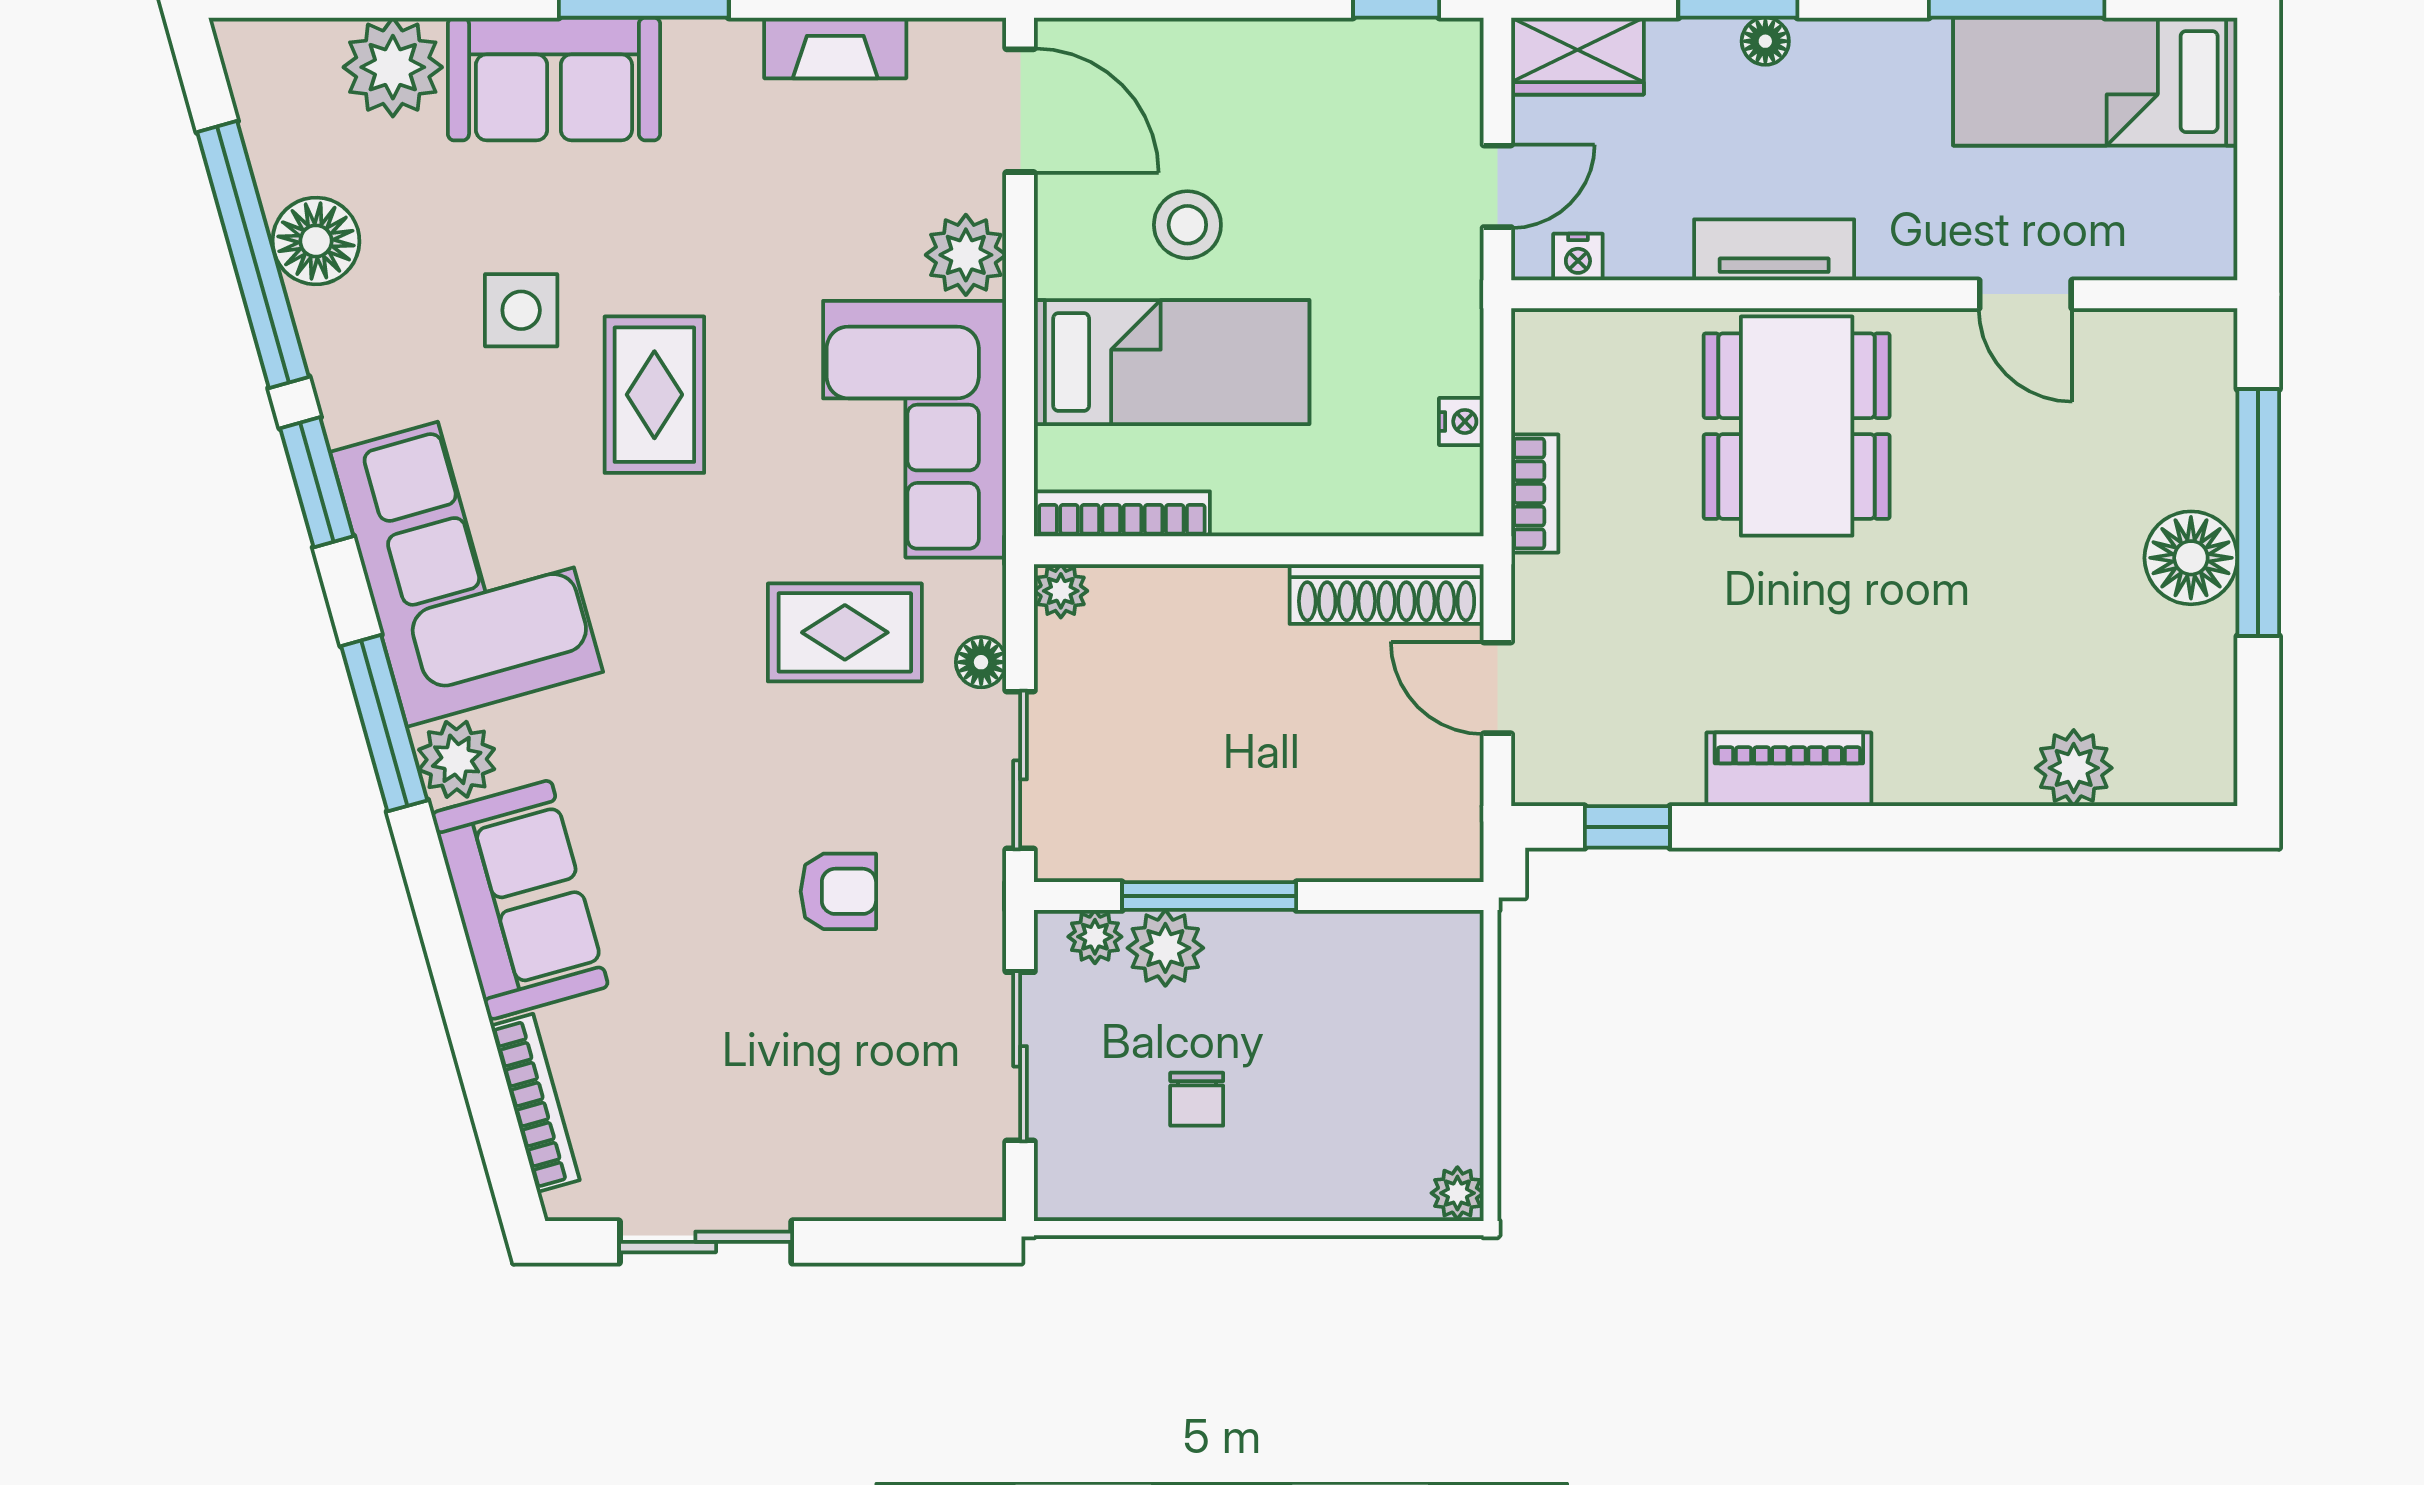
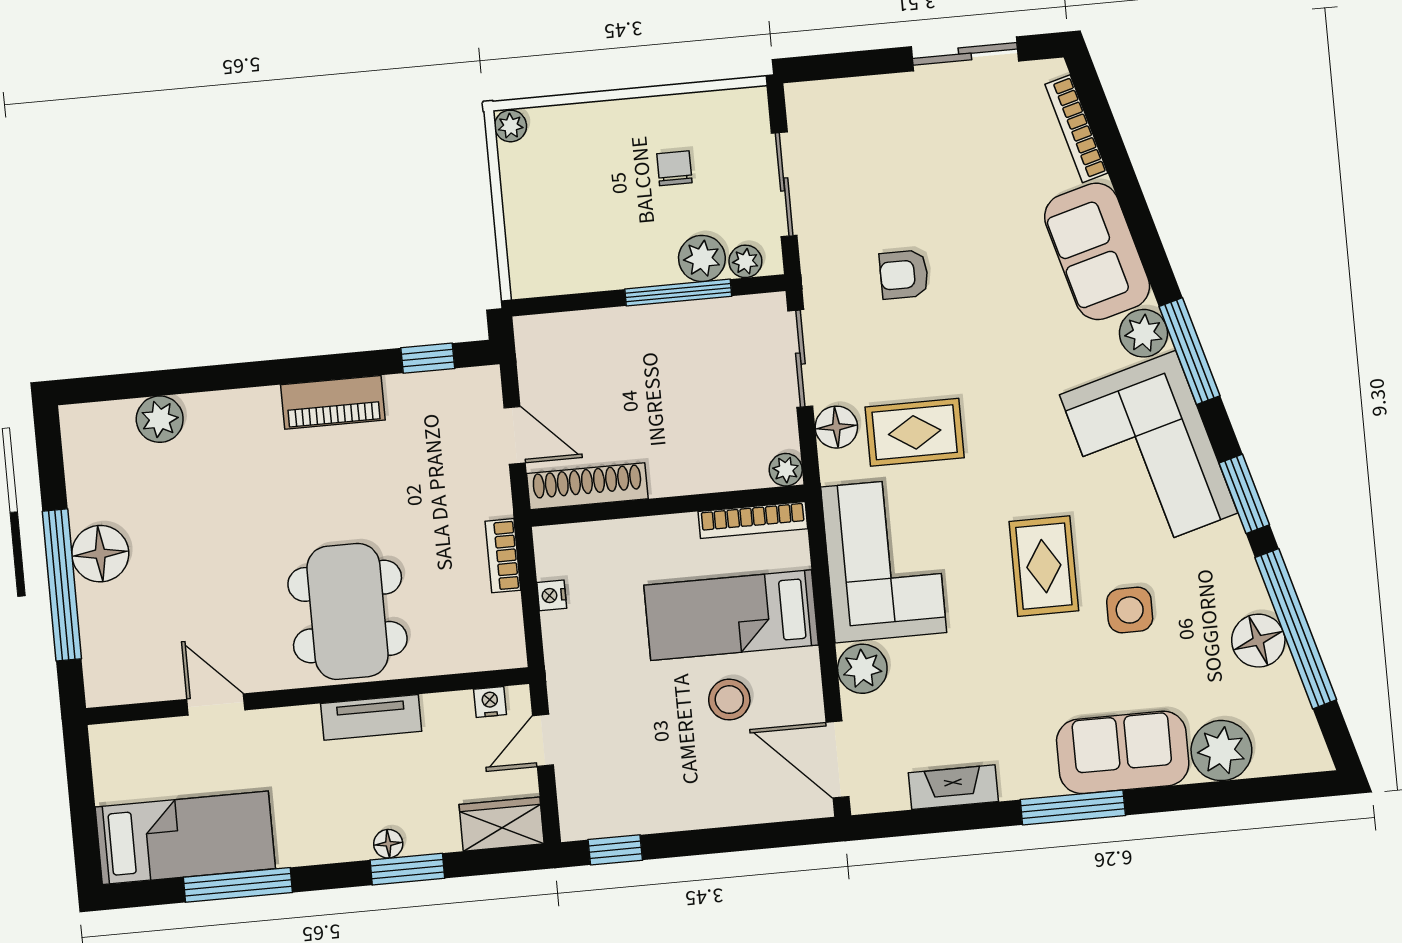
floor lamp: (981, 662) -> (836, 427), width x1.37, depth x1.37

